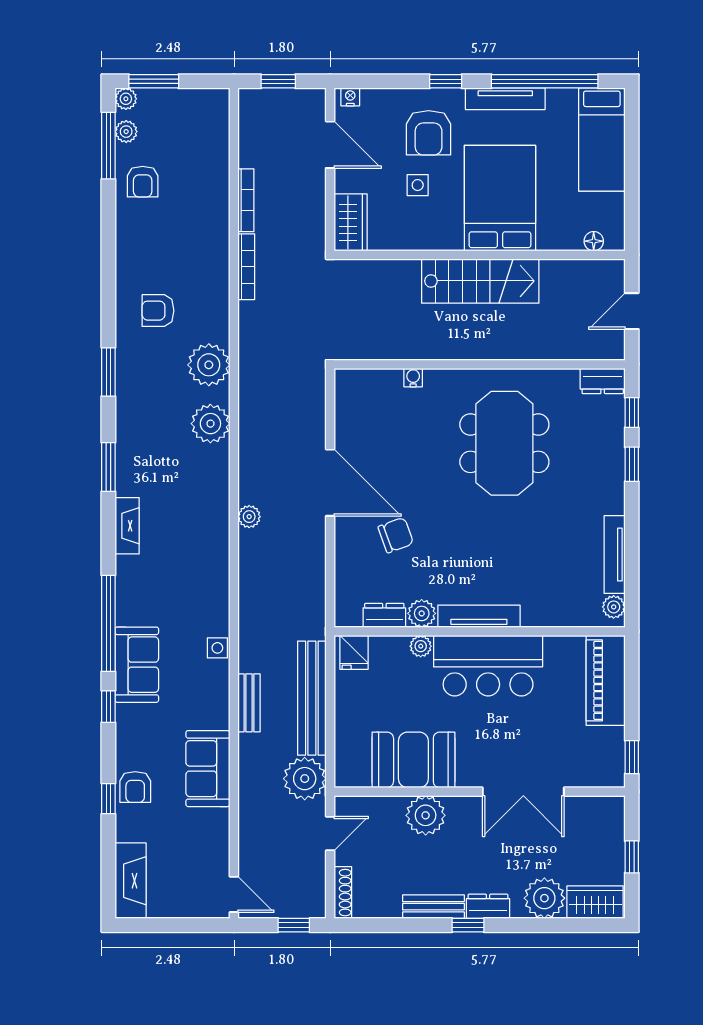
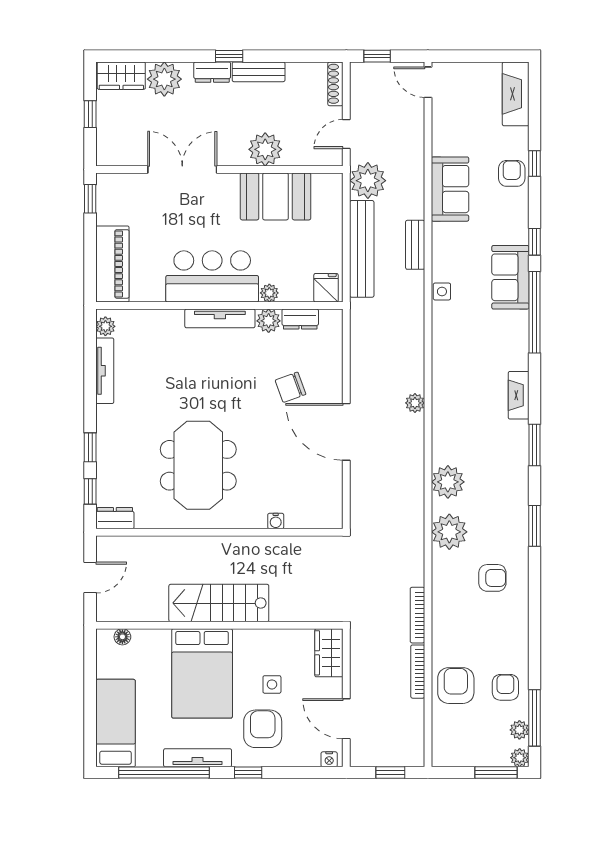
armchair: (201, 184) -> (456, 686), added

